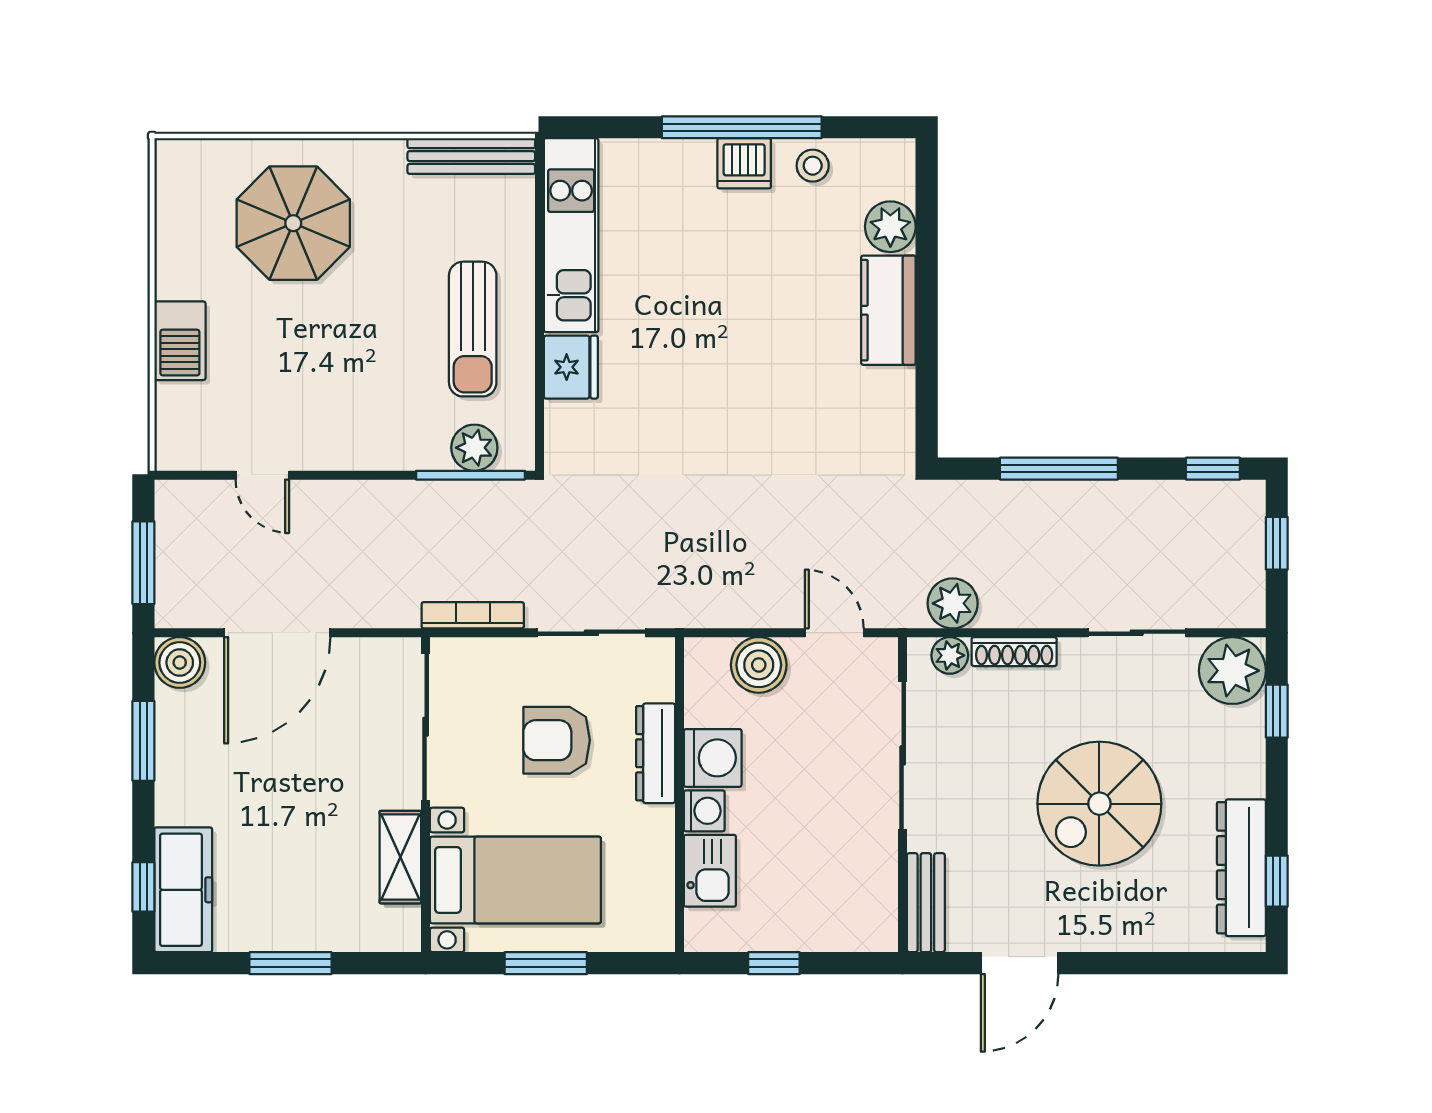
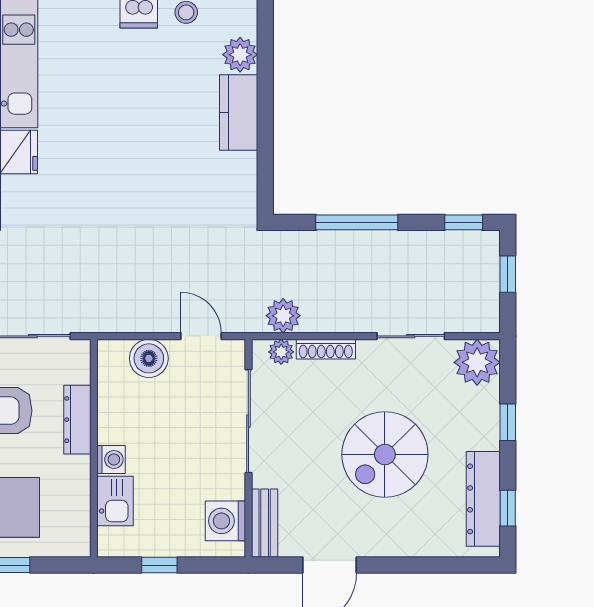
window: (1277, 711) -> (508, 422), moved
washing machine: (713, 758) -> (225, 521), moved, turned 180

